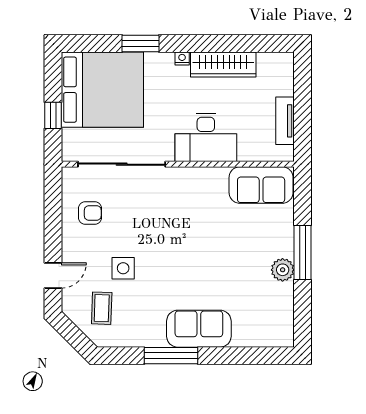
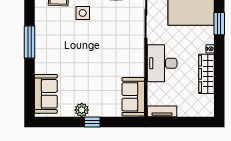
tv unit: (285, 121) -> (162, 111), moved
window: (303, 252) -> (92, 122), width x0.46
sofa: (199, 329) -> (46, 94), moved

